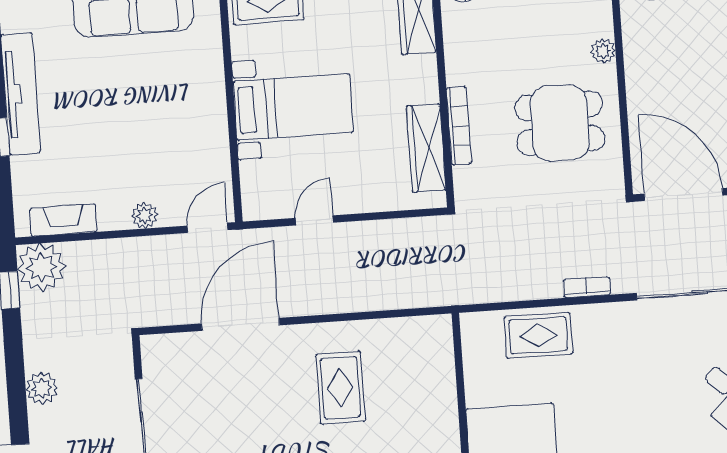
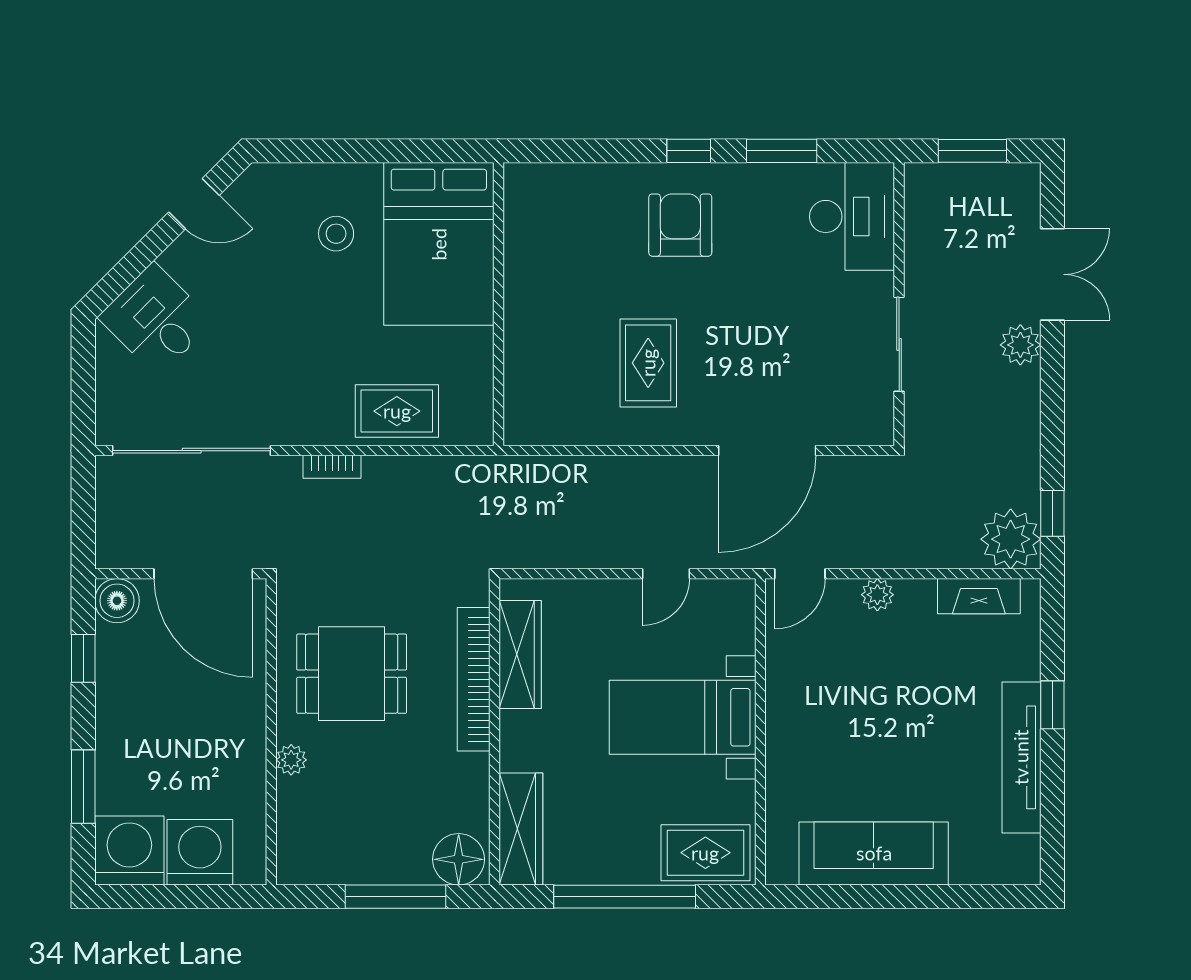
bookcase: (459, 126) -> (474, 679), width x1.48, depth x1.31
plant: (42, 388) -> (1020, 345), moved

